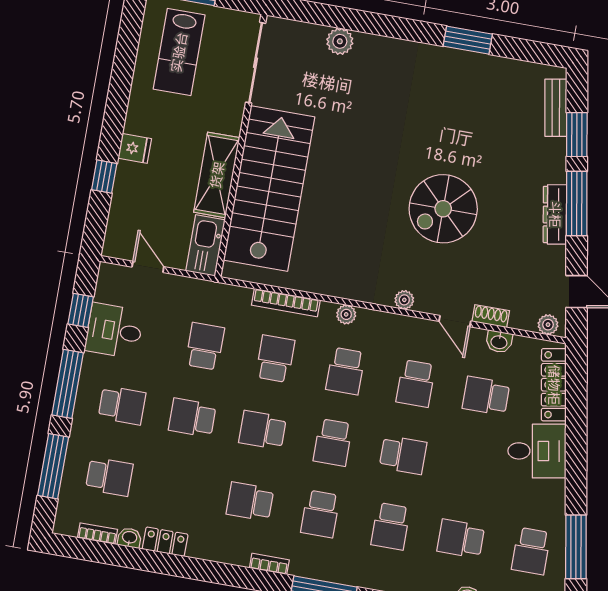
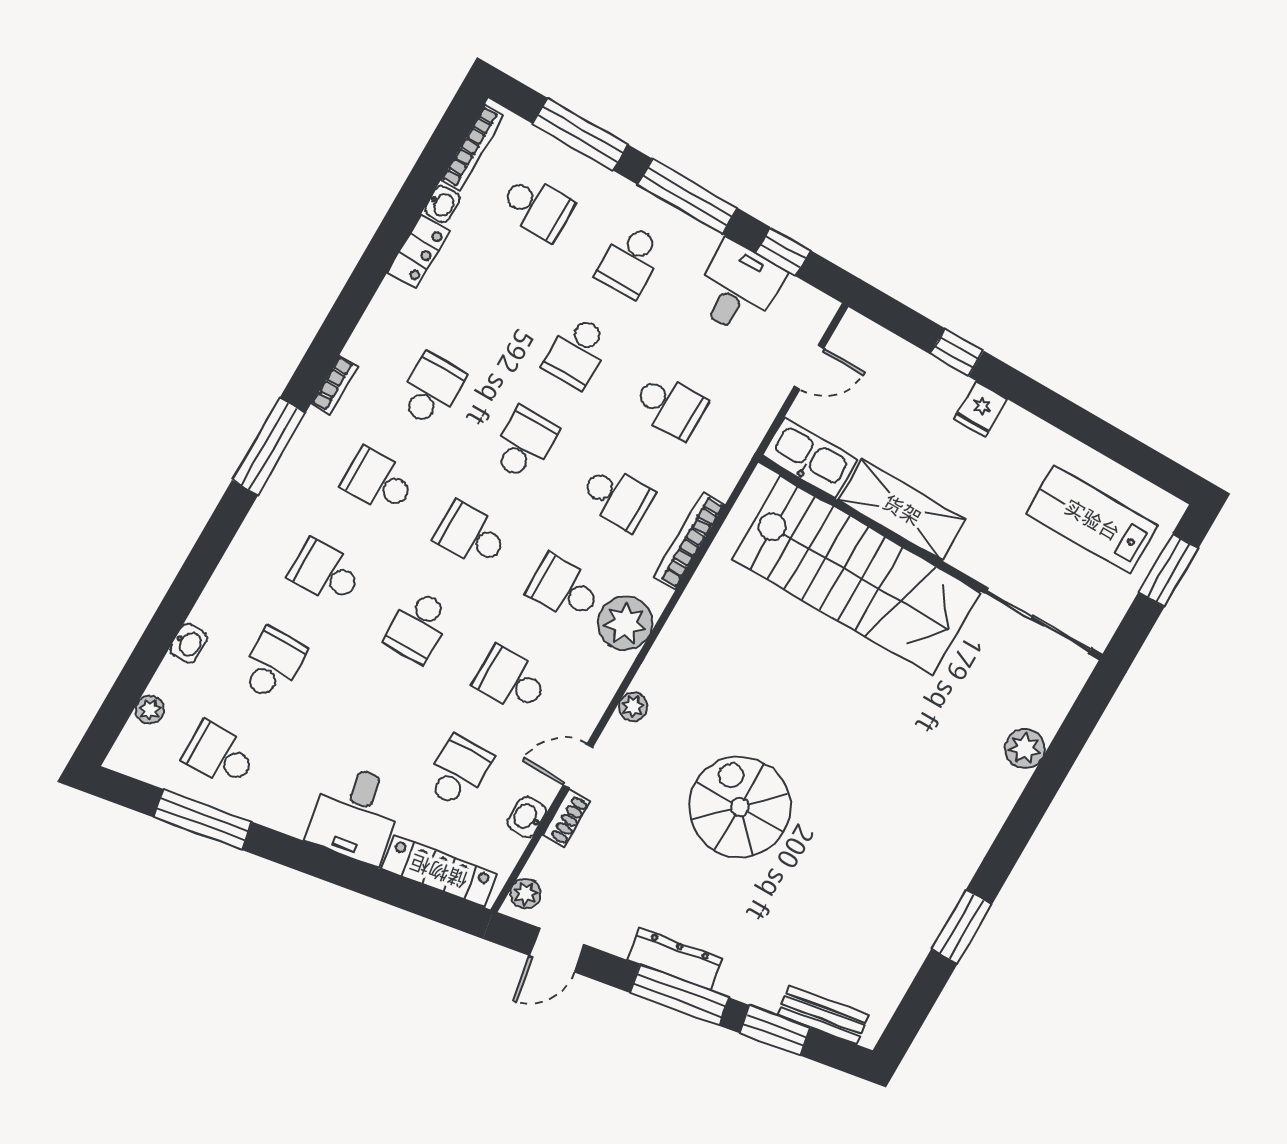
plant: (346, 314) -> (625, 623), width x1.87, depth x1.87
school desk: (192, 418) -> (577, 352), turned 180
school desk: (109, 477) -> (537, 207), turned -90
bookcase: (97, 534) -> (472, 148), width x1.56

